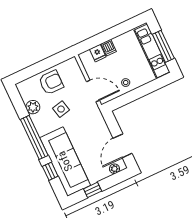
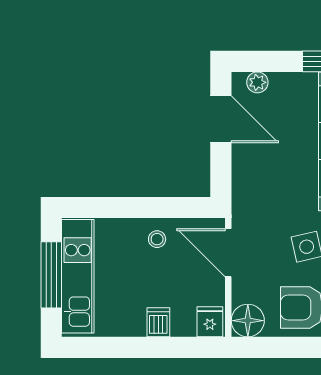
fridge: (98, 53) -> (210, 322), moved
floor lamp: (71, 66) -> (248, 321), added
door: (123, 146) -> (221, 119), hinge flipped

